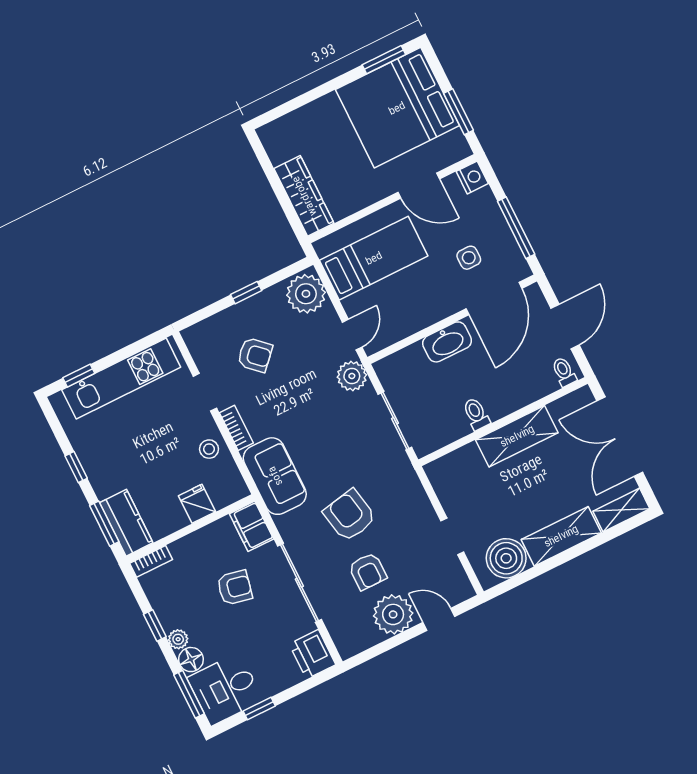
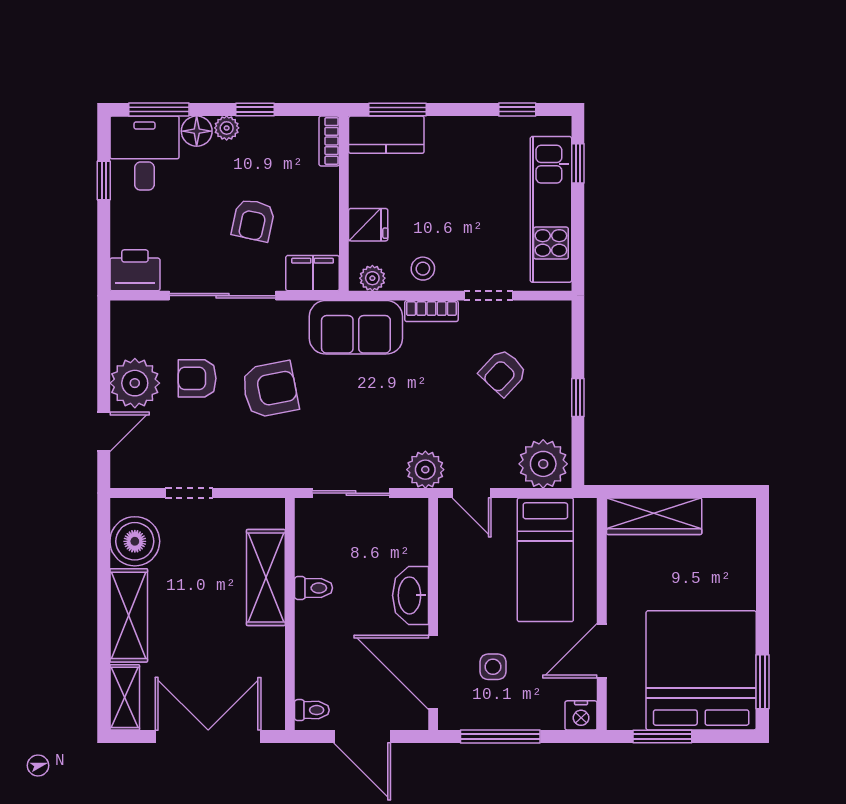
shelving: (517, 436) -> (266, 578), moved
window: (76, 467) -> (517, 109), moved
plant: (234, 482) -> (372, 278), added

